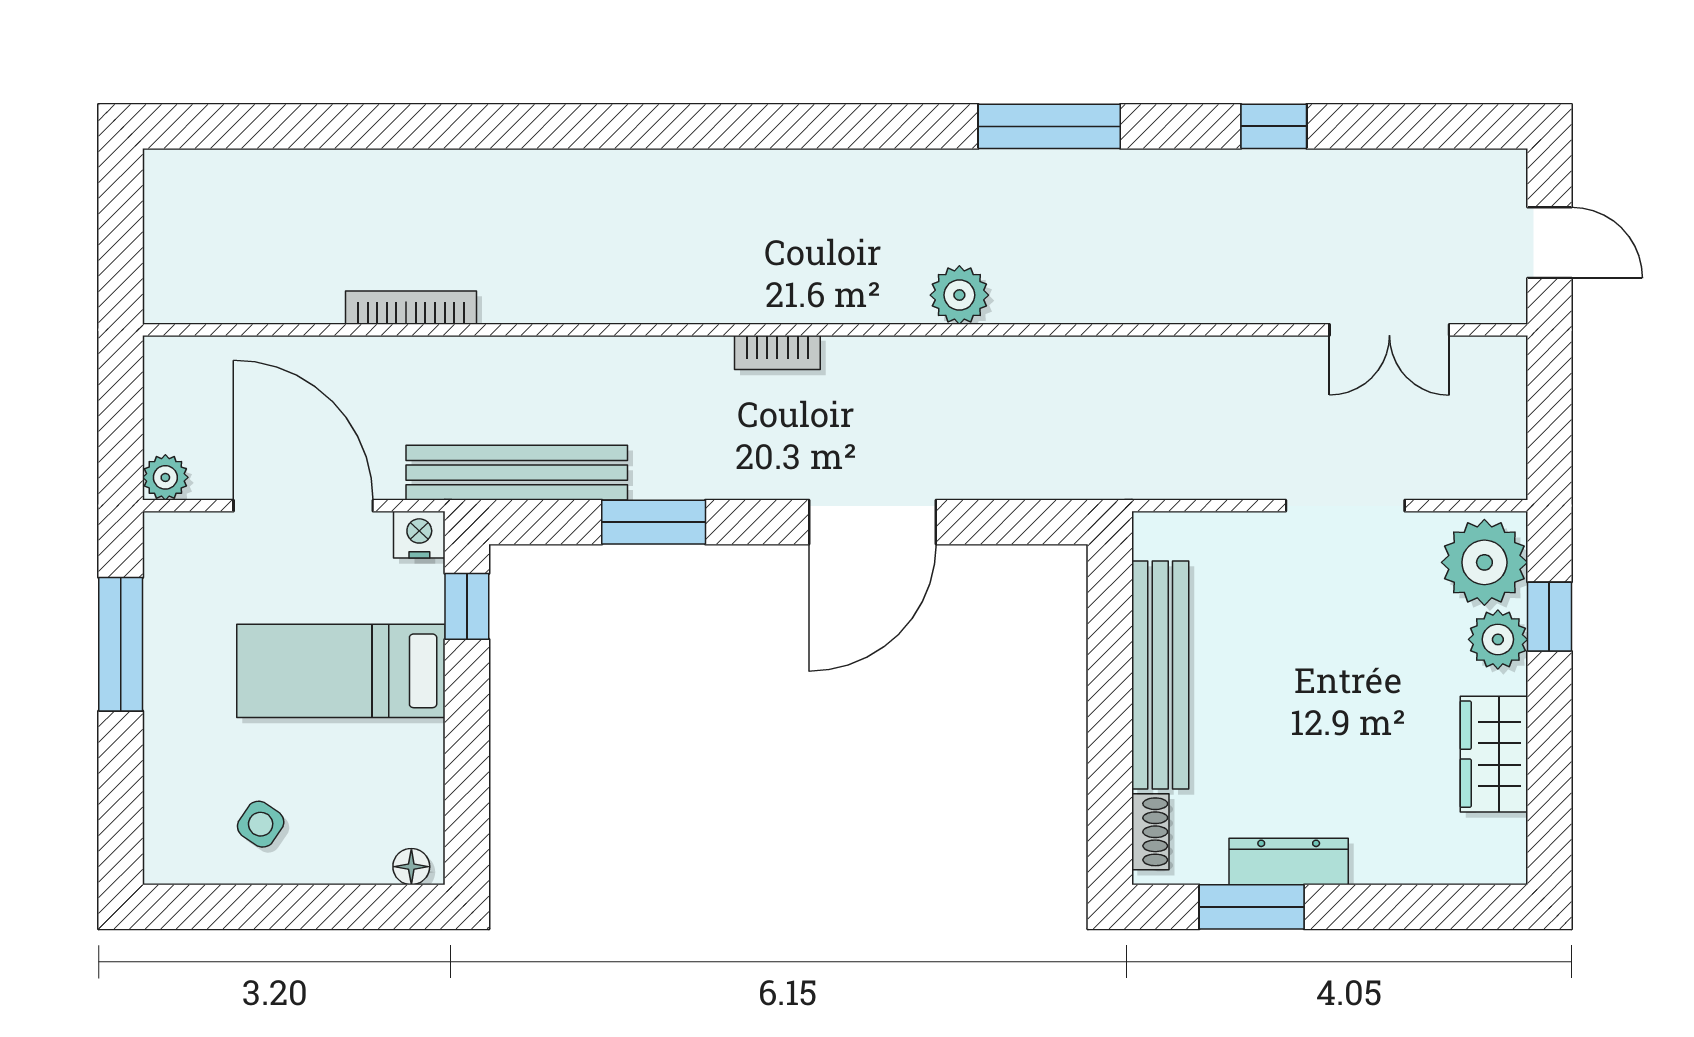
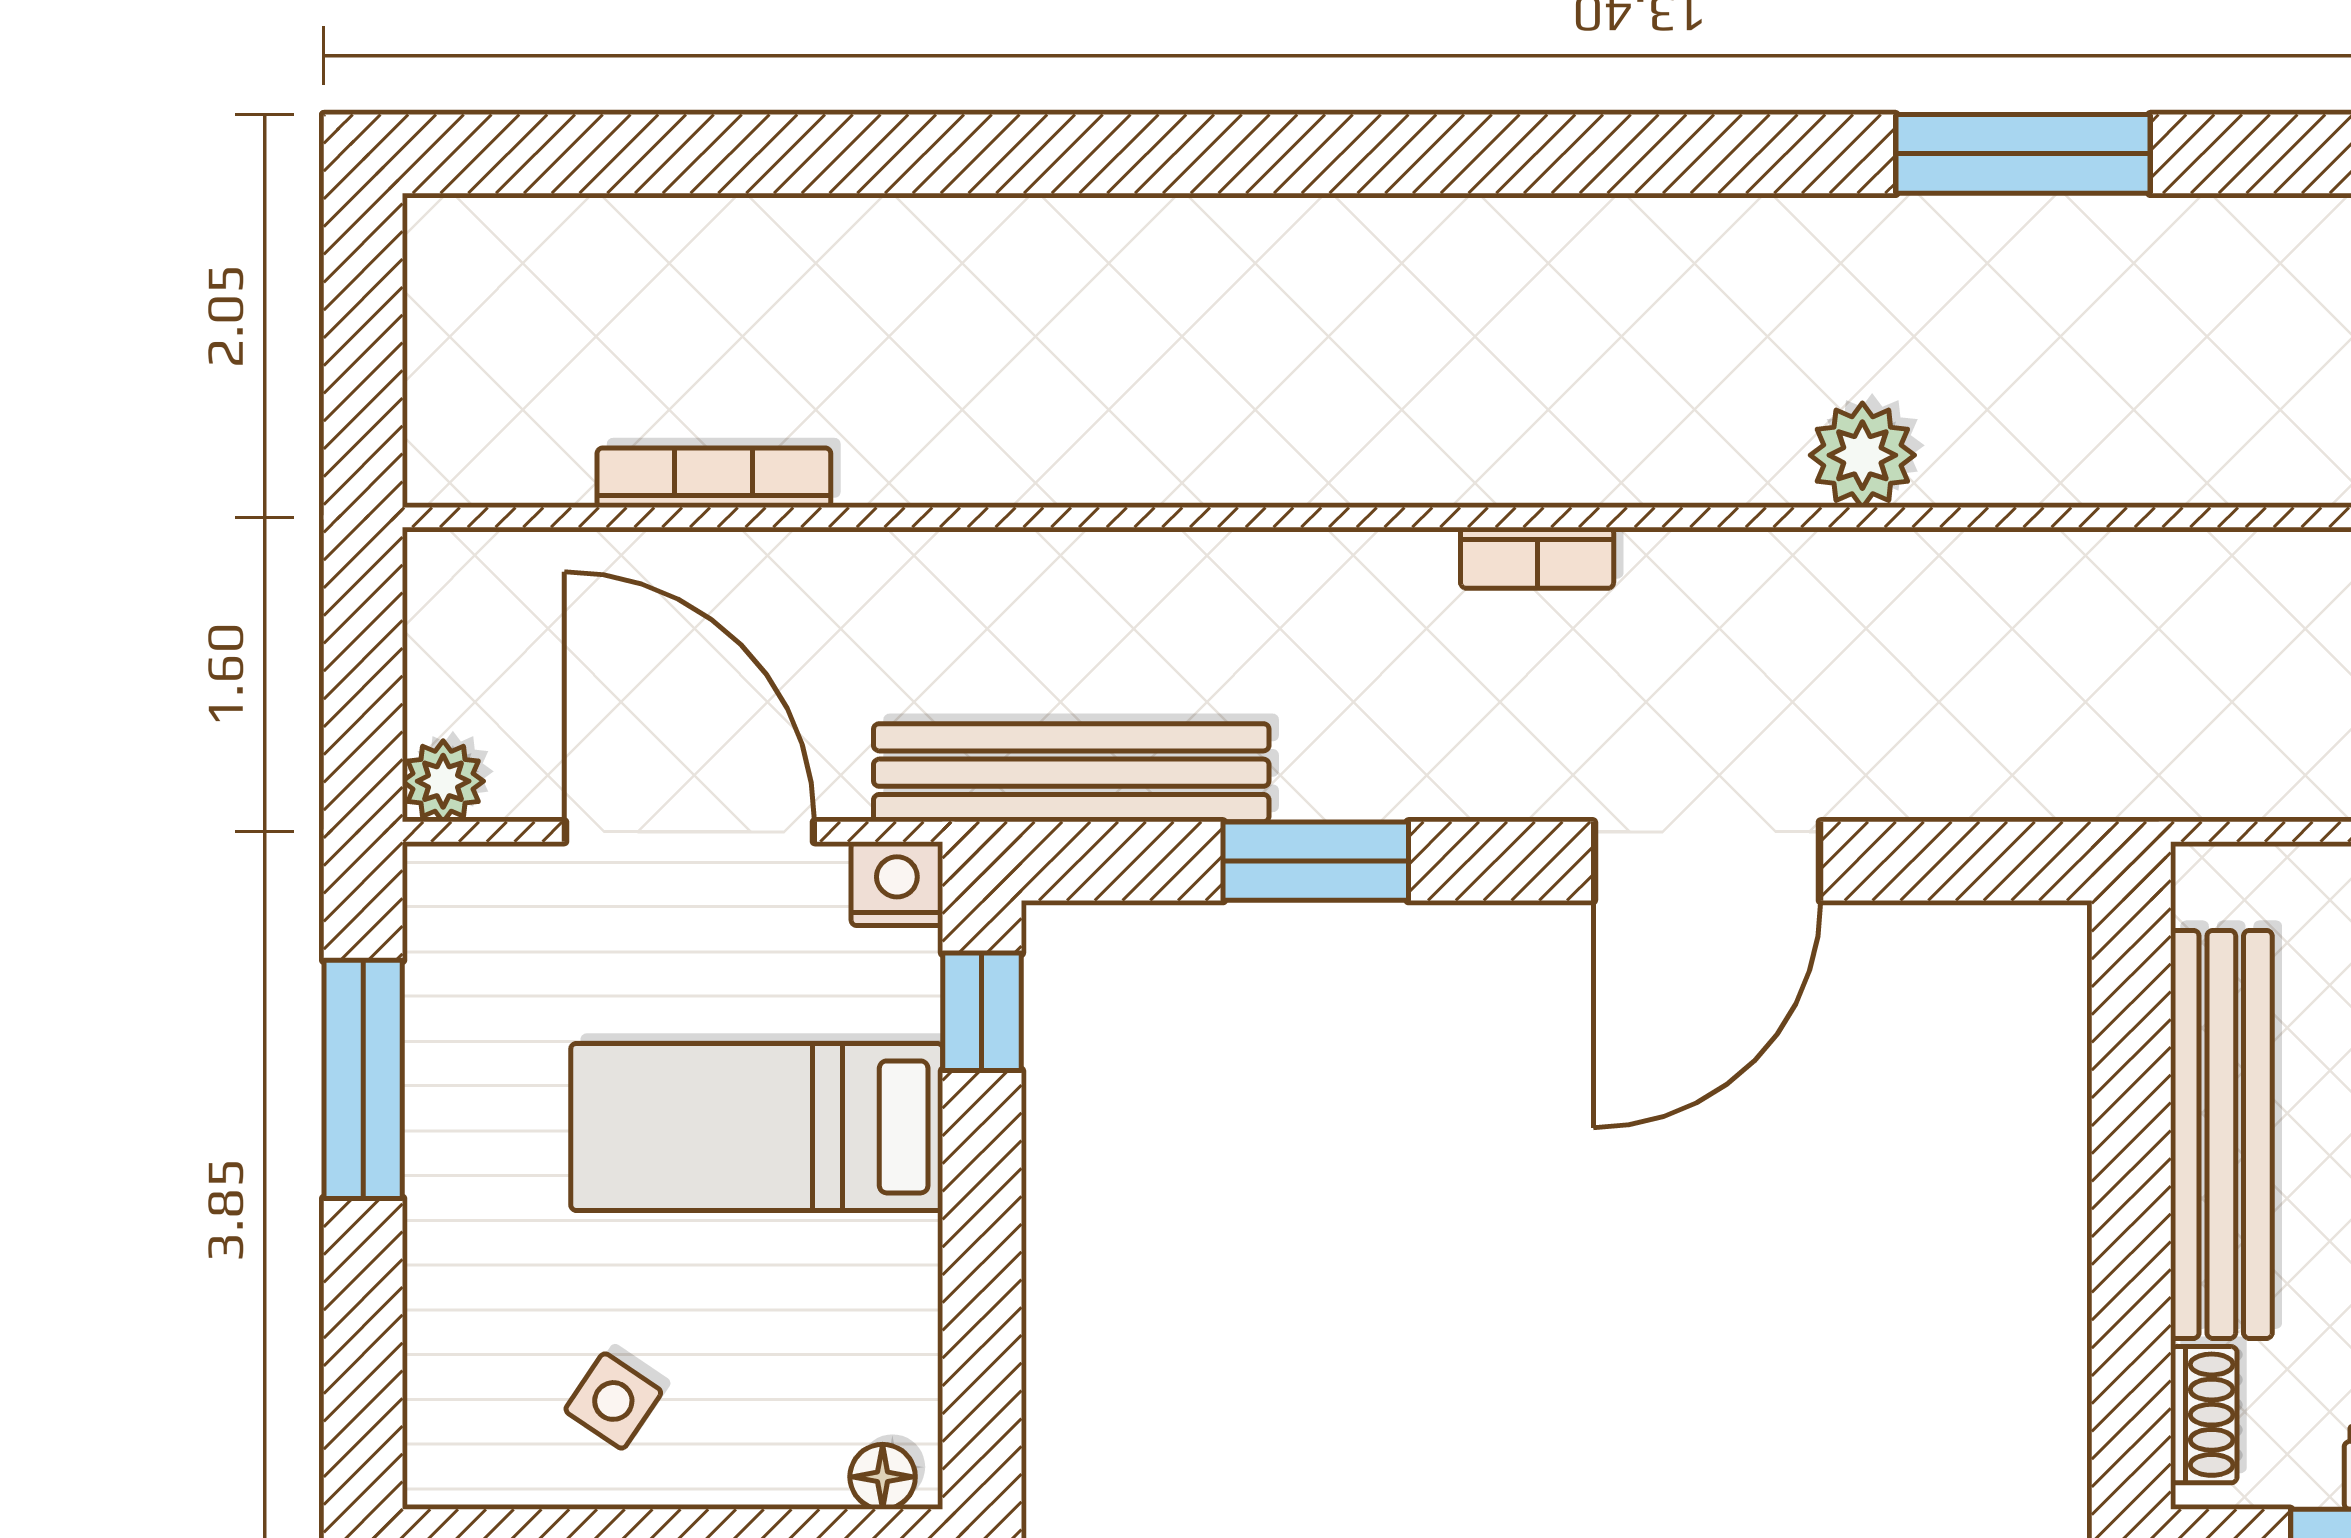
bookcase: (411, 308) -> (714, 478), moved

